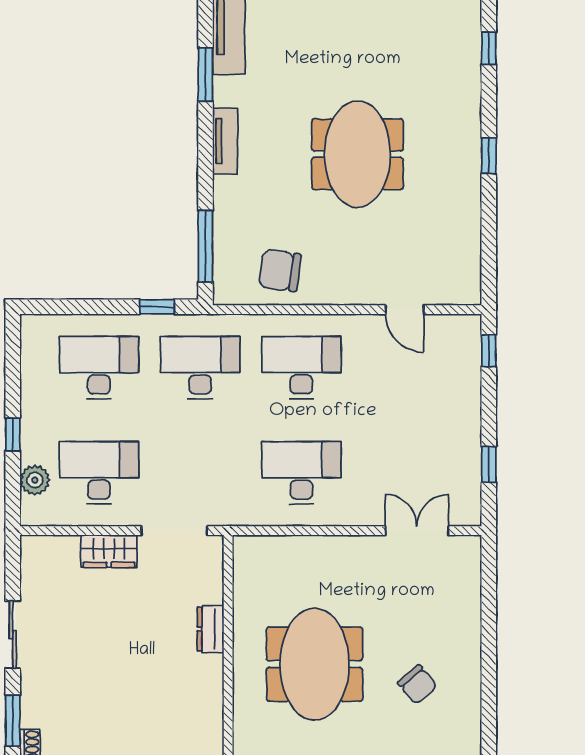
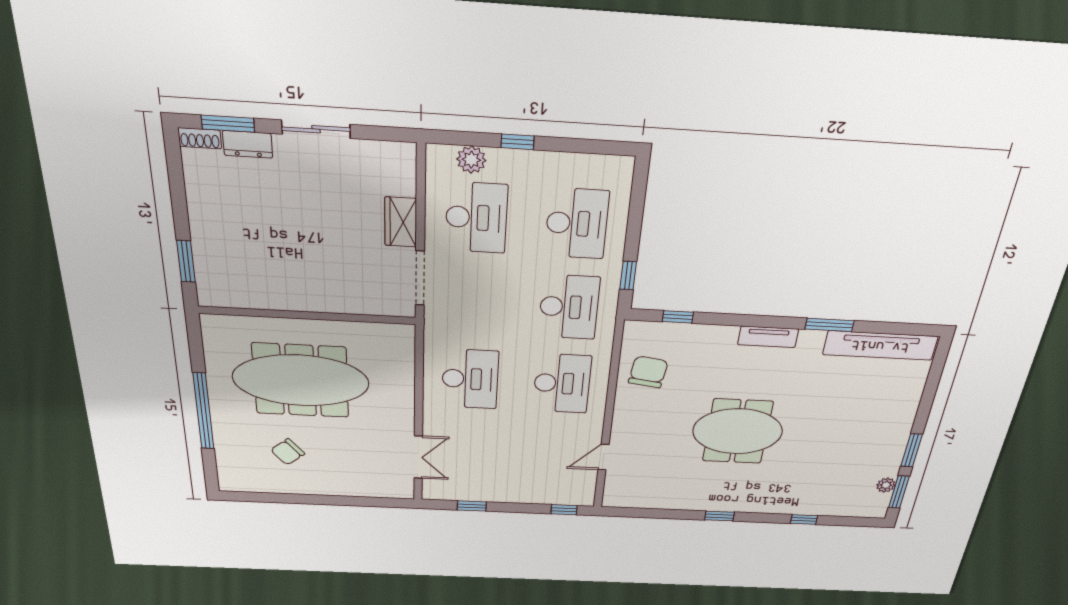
window: (205, 246) -> (678, 317), width x0.46
dresser: (210, 629) -> (248, 144), moved, turned 180
meeting table: (315, 664) -> (301, 380), width x1.36

